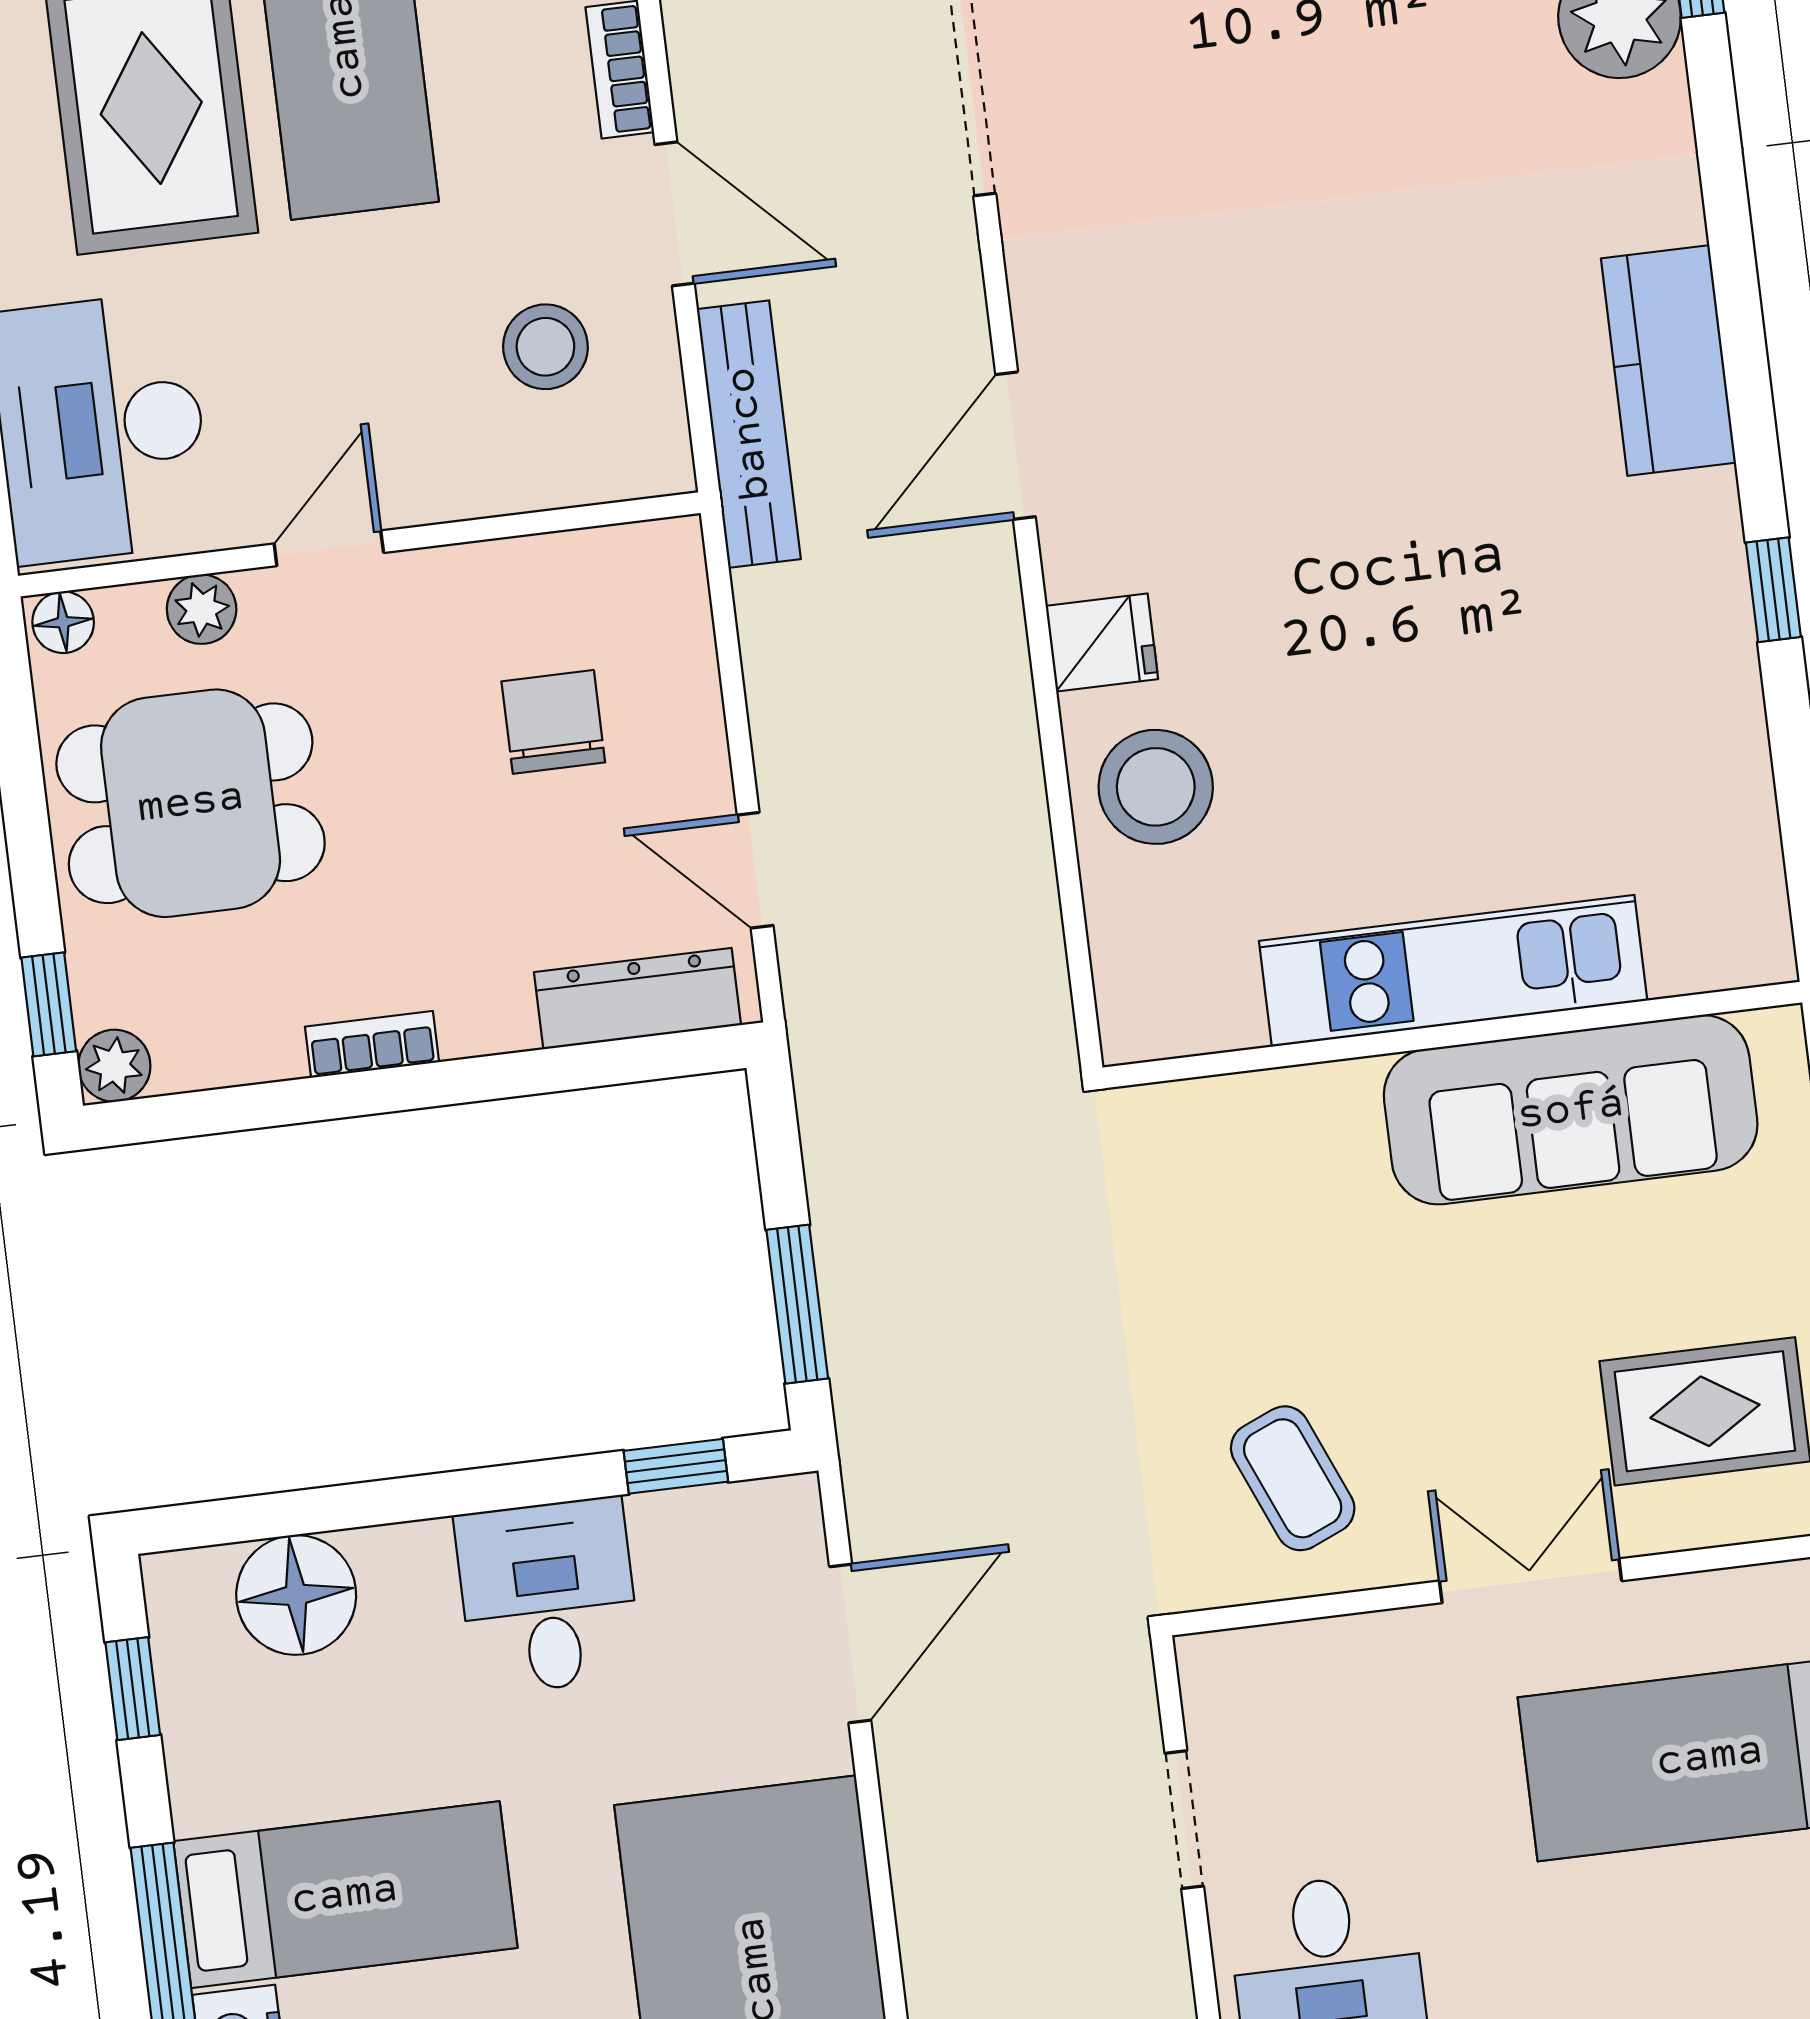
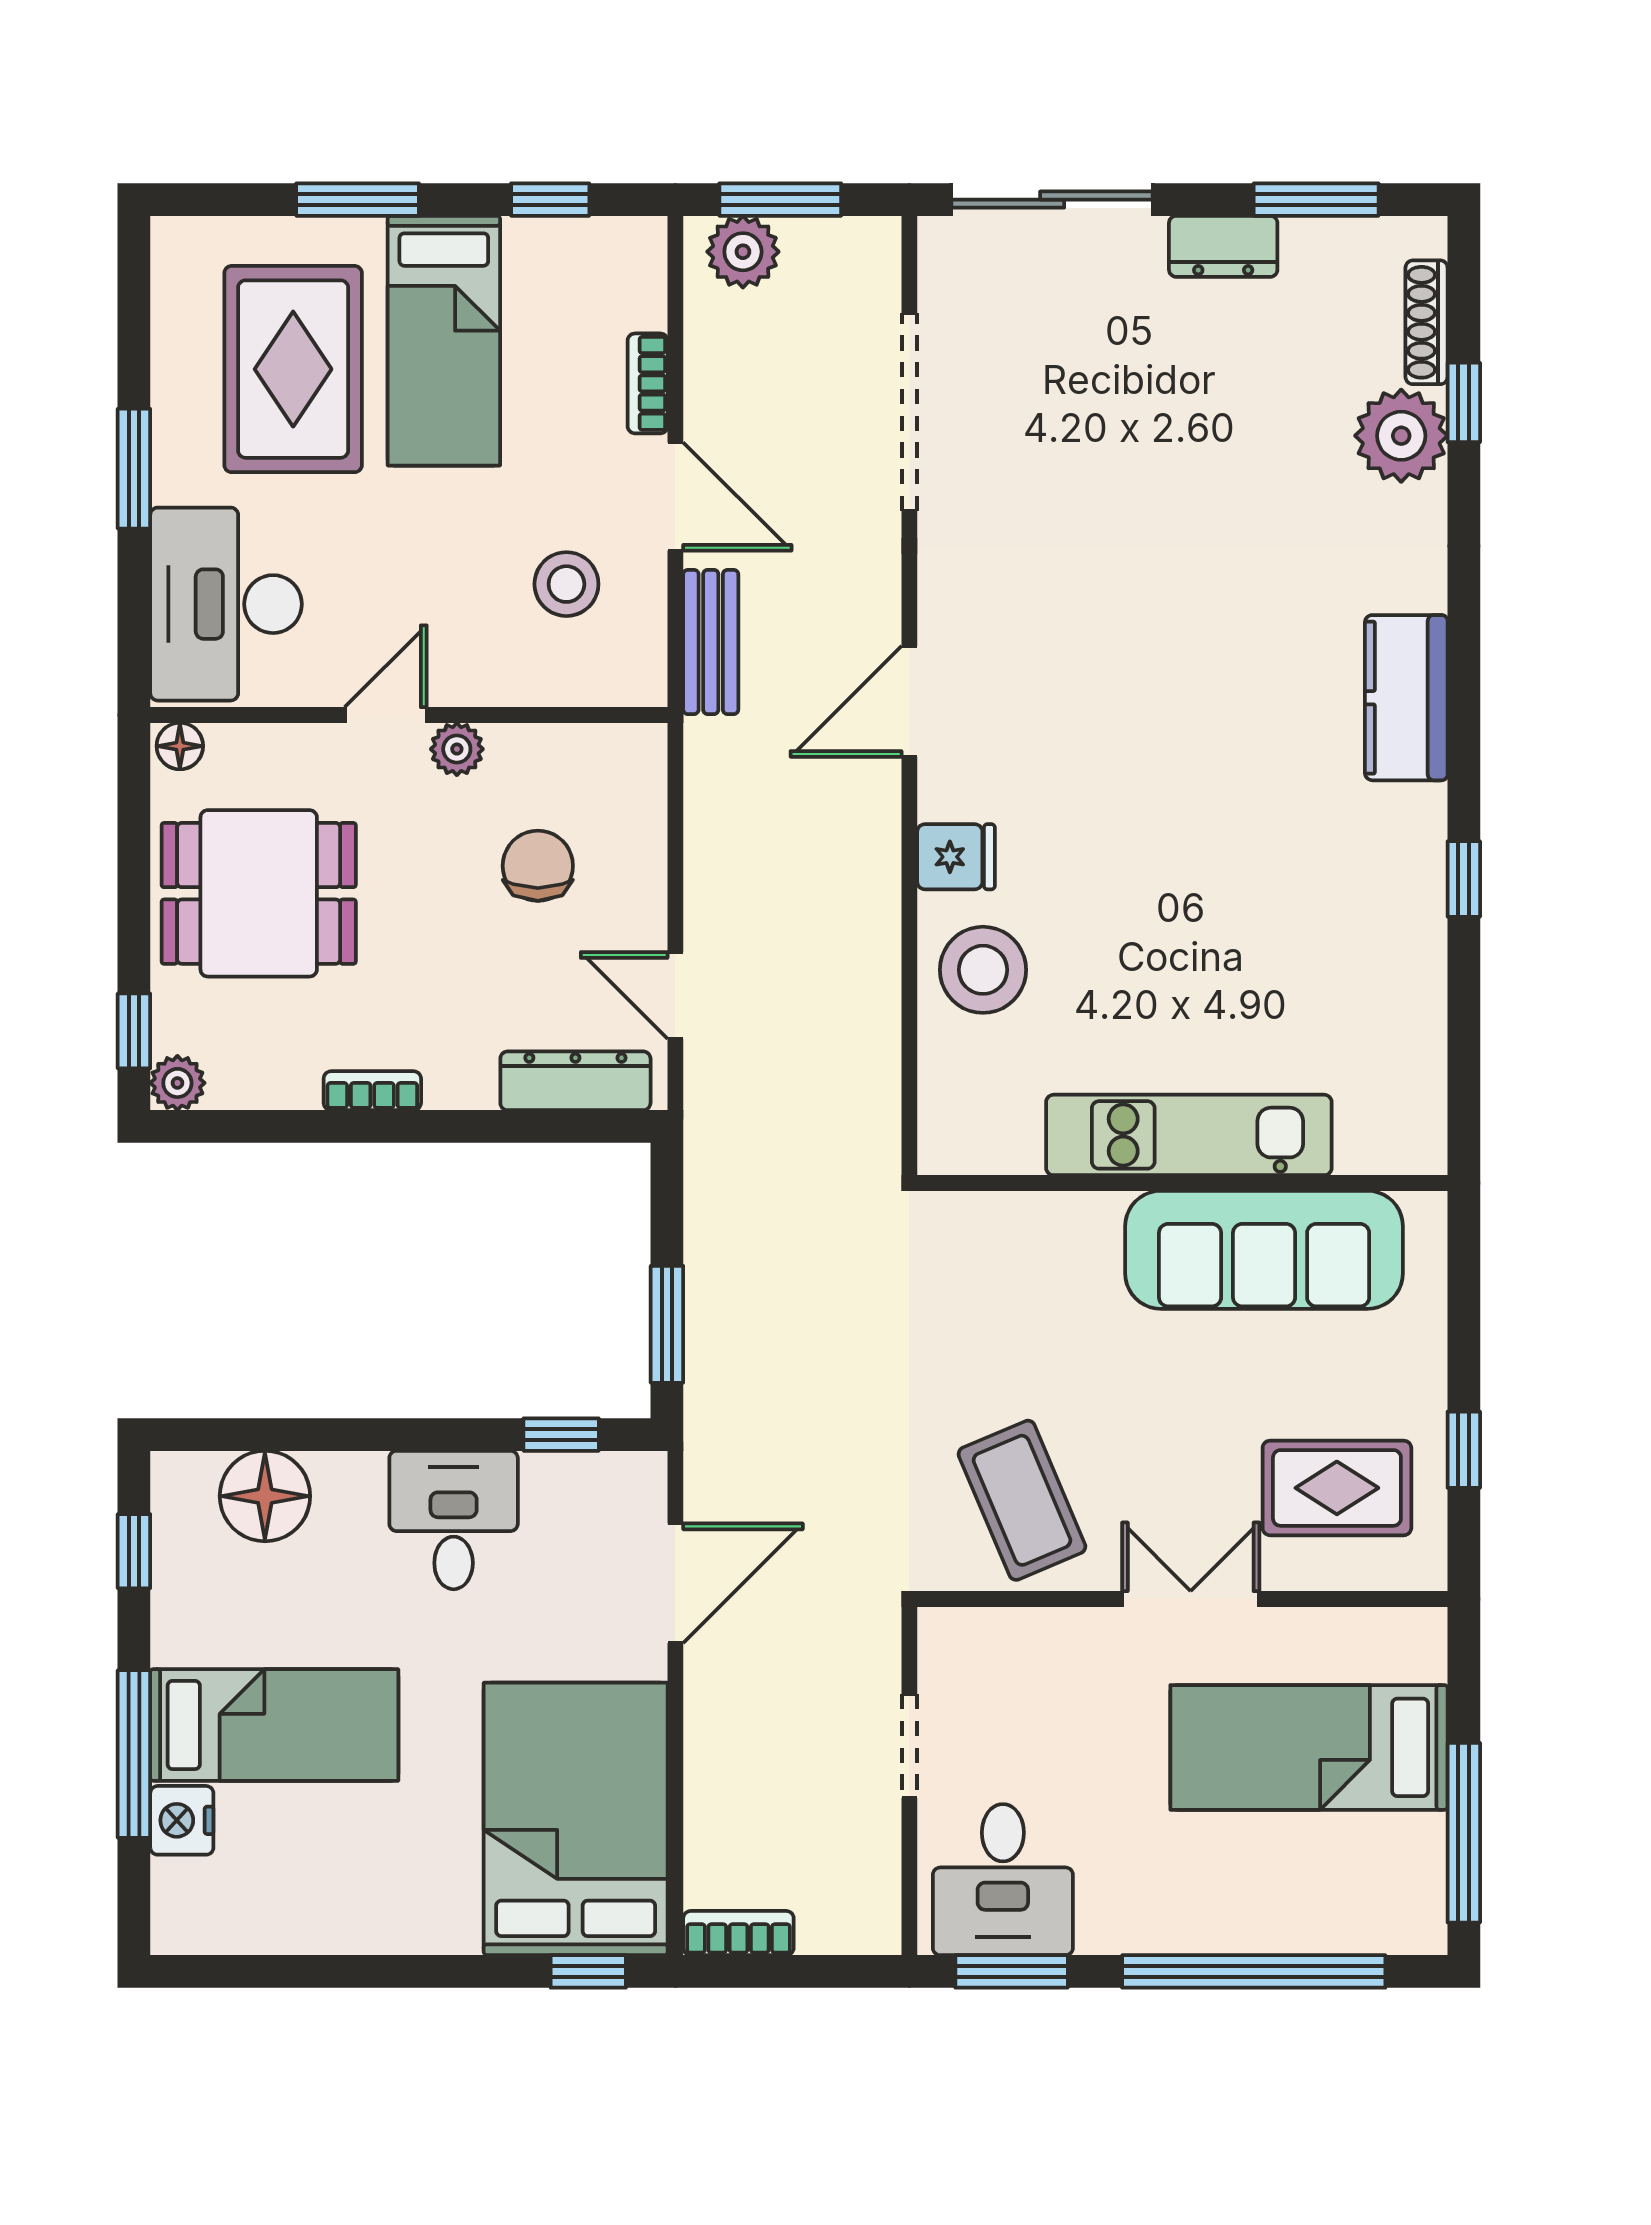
bench: (749, 434) -> (711, 642), width x0.73
plant: (202, 609) -> (457, 749), moved
coffee table: (1293, 1478) -> (1022, 1500), width x1.36, depth x1.30

